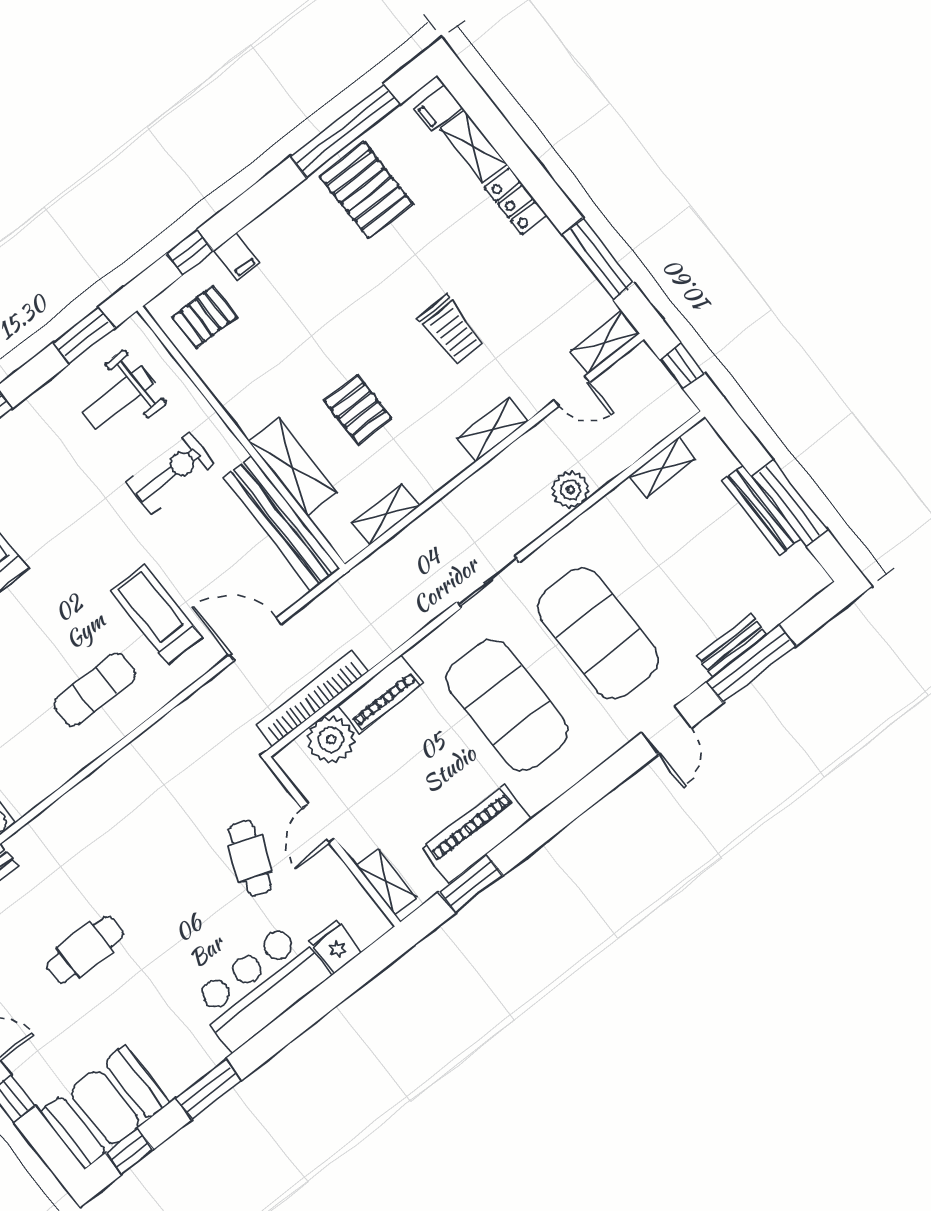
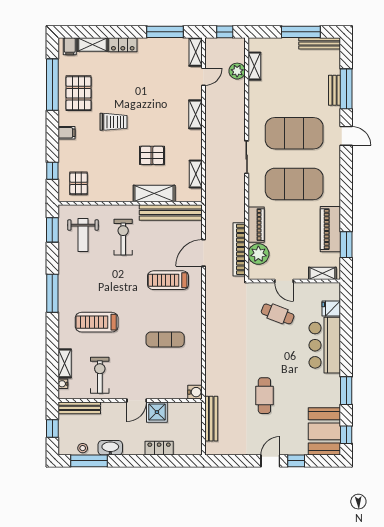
pallet: (366, 190) -> (79, 93), turned 90
filing cabinet: (237, 257) -> (66, 133), moved
trolley: (451, 330) -> (114, 122), moved
plant: (570, 490) -> (237, 71), moved
bench: (761, 510) -> (320, 43), moved
exercise mat: (95, 689) -> (165, 339), moved, turned 90

